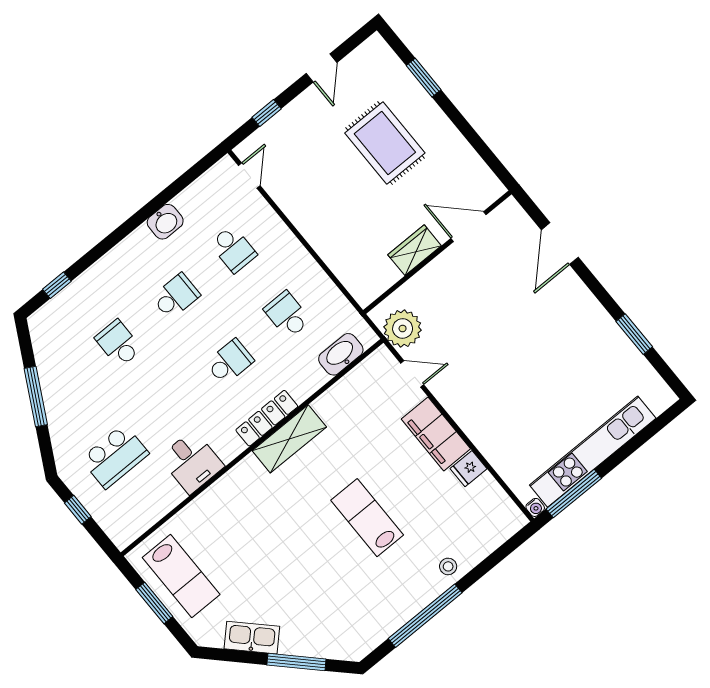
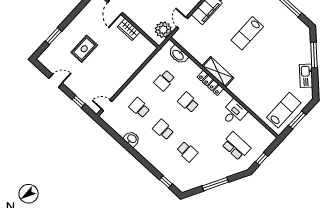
rug: (385, 143) -> (84, 49), width x0.73, depth x0.70
school desk: (233, 249) -> (139, 108), turned -90
school desk: (118, 343) -> (187, 152), turned -90

